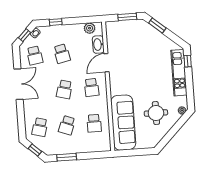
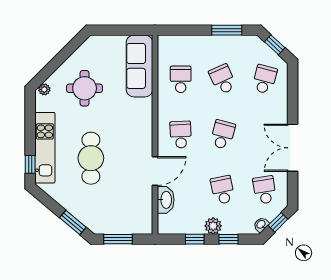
window: (78, 20) -> (195, 239), added
plant: (90, 28) -> (213, 226), moved
cafe table: (149, 68) -> (91, 158), added
sofa: (123, 123) -> (139, 66), width x0.74, depth x0.79
school desk: (67, 125) -> (223, 79), turned -45

